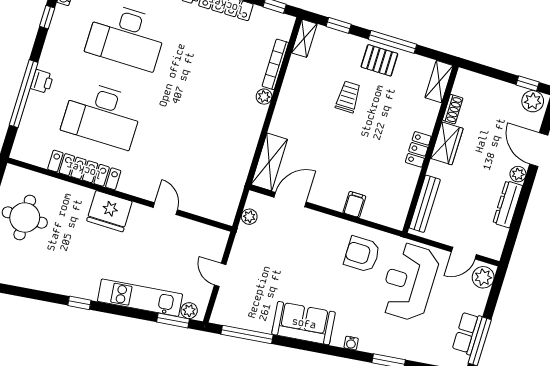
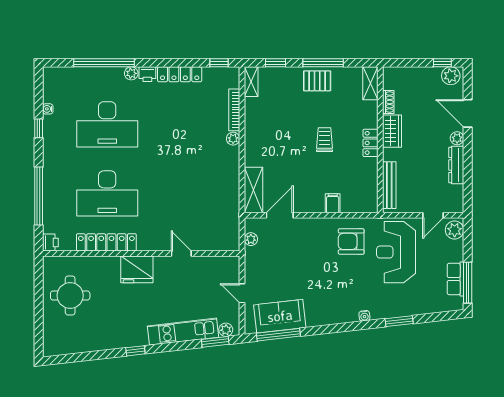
printer: (42, 81) -> (50, 242), moved
trolley: (348, 97) -> (324, 140), moved
sofa: (304, 323) -> (280, 316), moved

